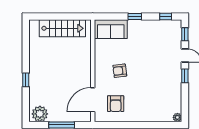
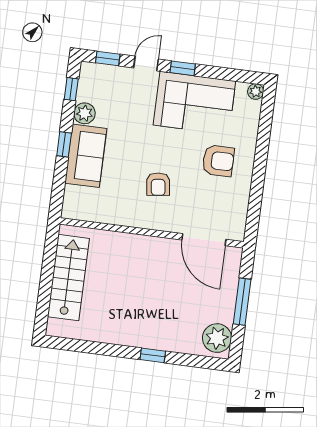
plant: (153, 25) -> (85, 113), added
sofa: (111, 29) -> (86, 156), moved
corner sofa: (167, 85) -> (194, 103), added
armchair: (116, 104) -> (218, 161), moved

